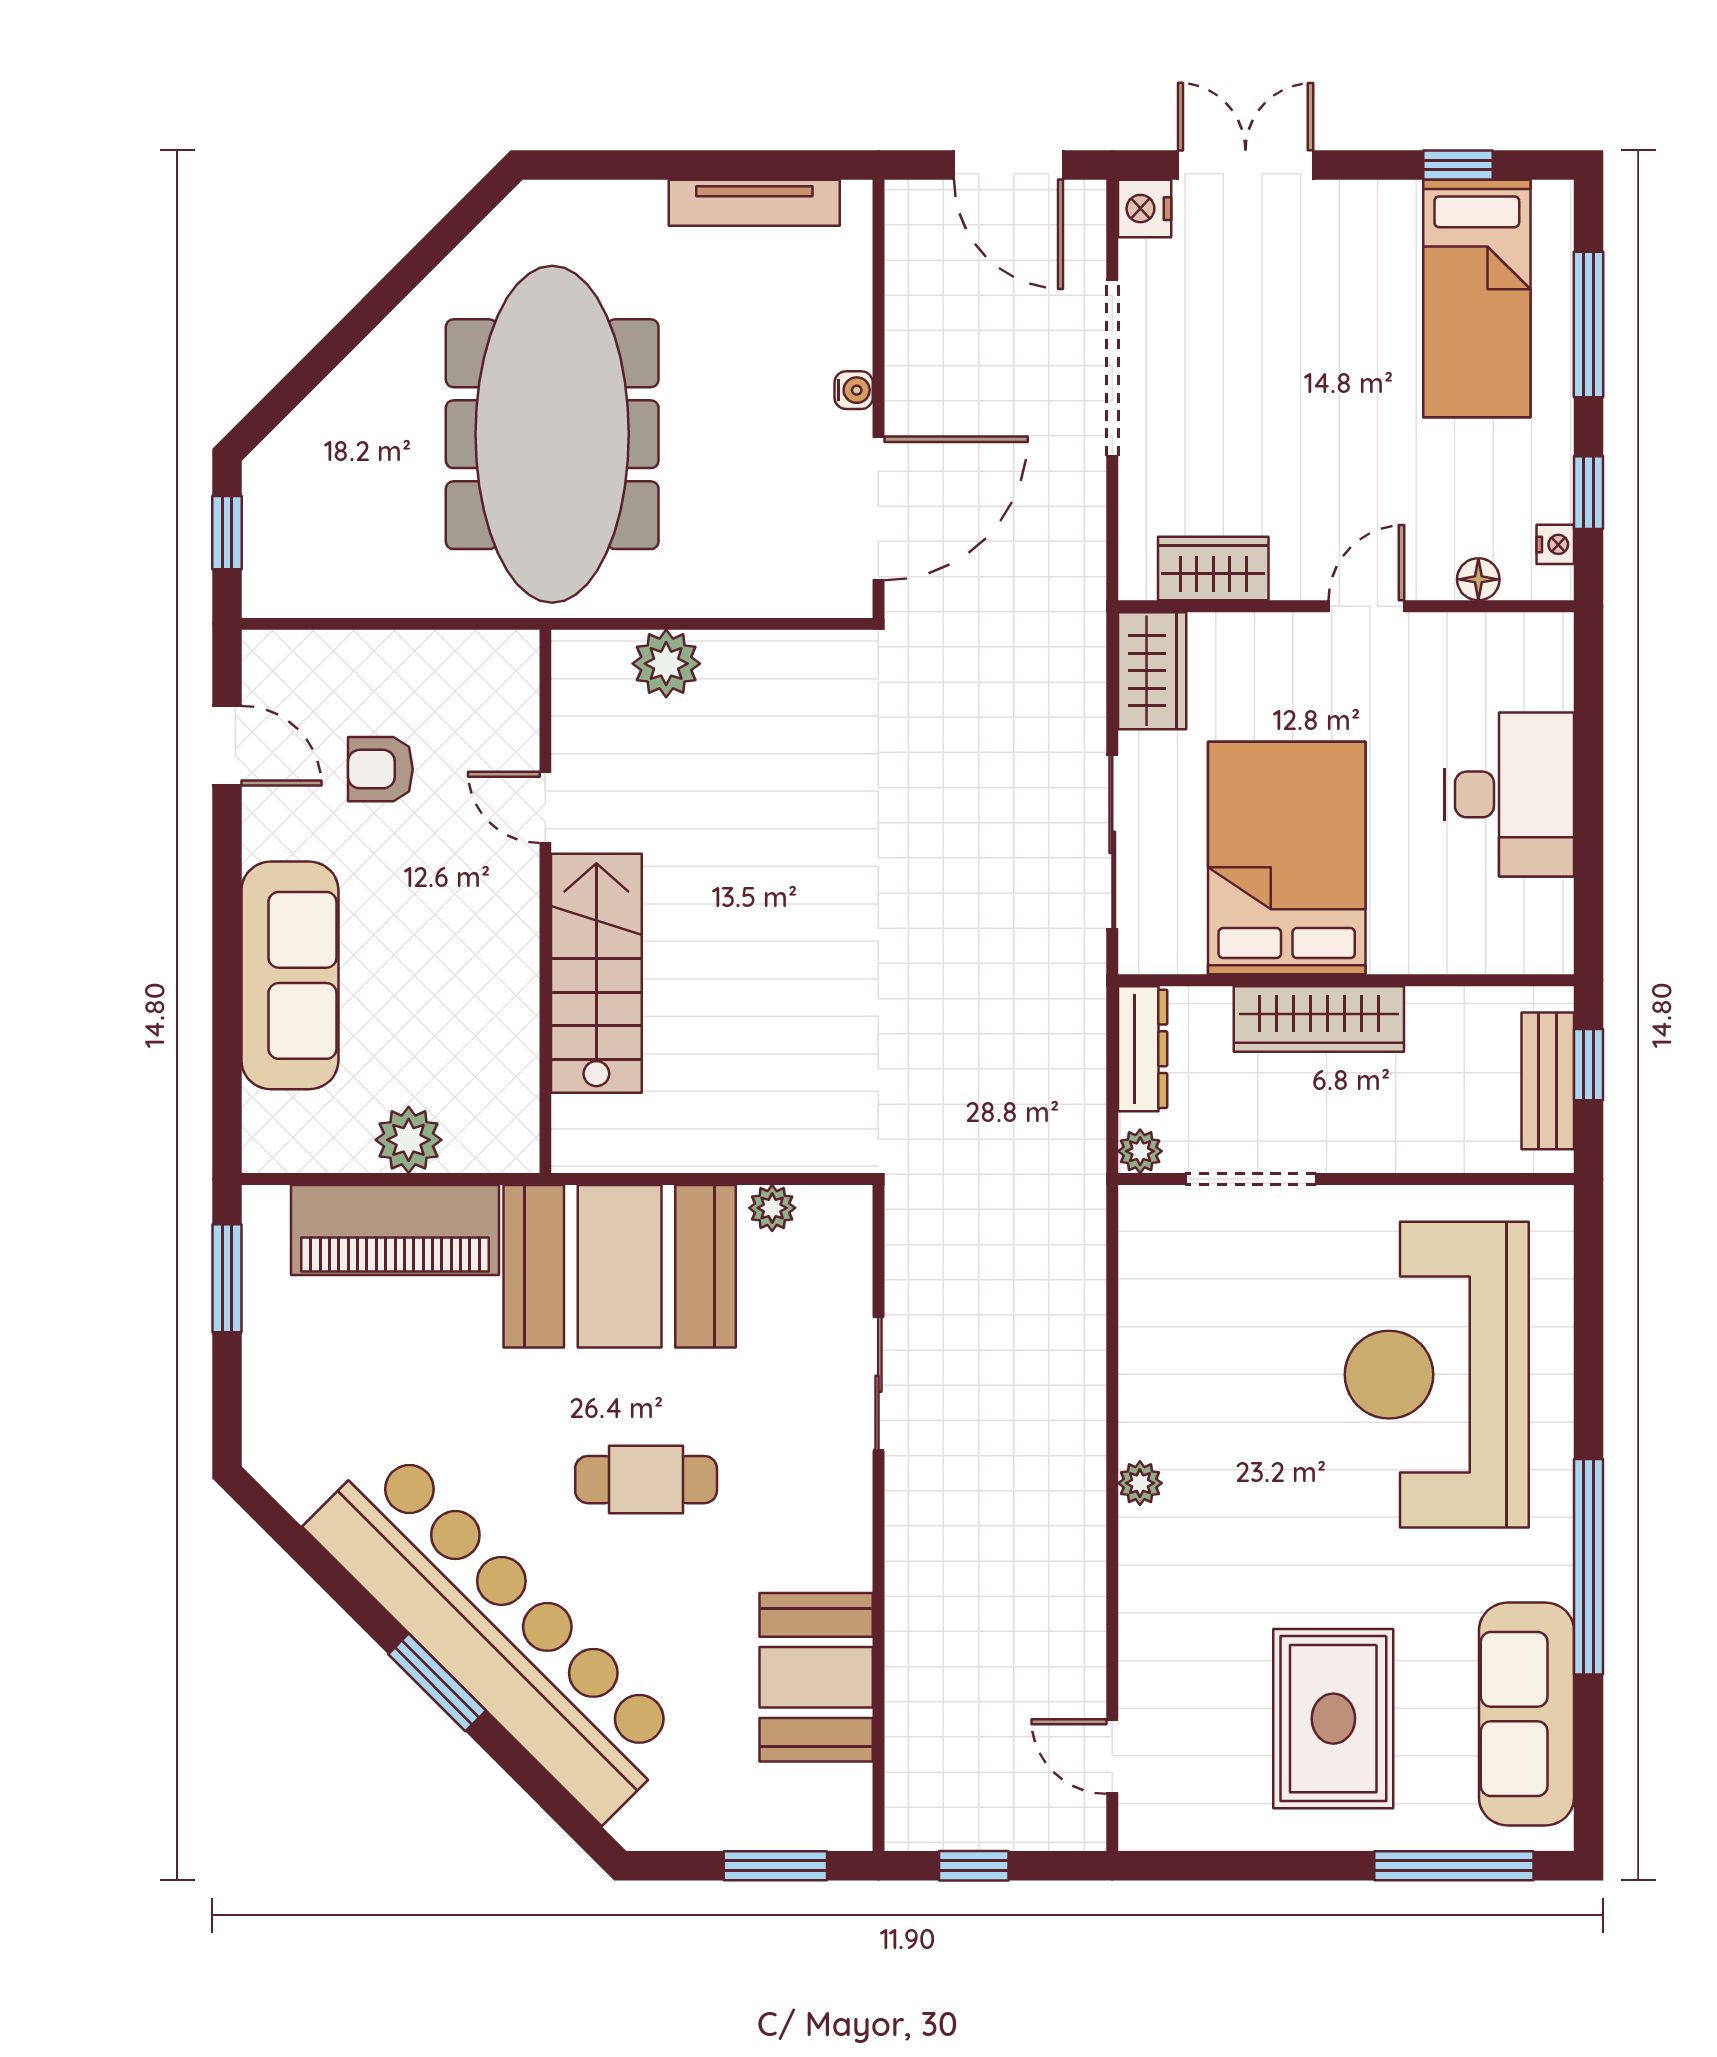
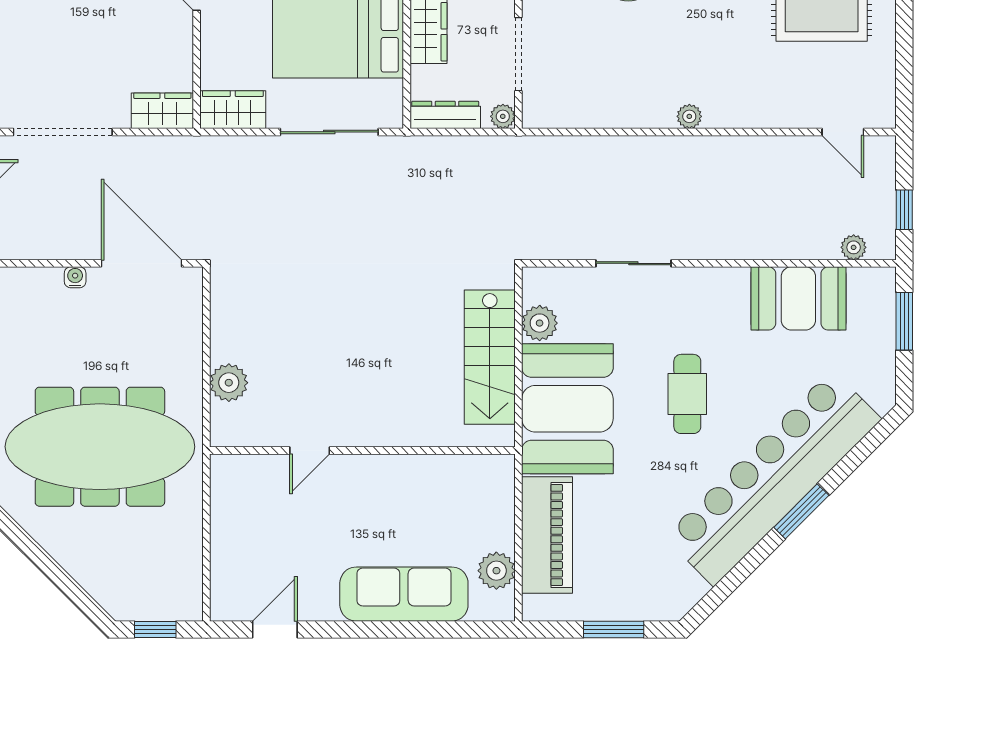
wardrobe: (1213, 569) -> (162, 111), moved, turned 90
armchair: (380, 769) -> (288, 543), removed
stairs: (596, 973) -> (490, 357), moved, turned -90
plant: (409, 1140) -> (496, 571), moved
plant: (772, 1208) -> (540, 323), width x1.38, depth x1.38
window: (227, 1278) -> (614, 629), moved
door: (1112, 1757) -> (843, 132), hinge flipped
plant: (907, 1775) -> (854, 247), added

